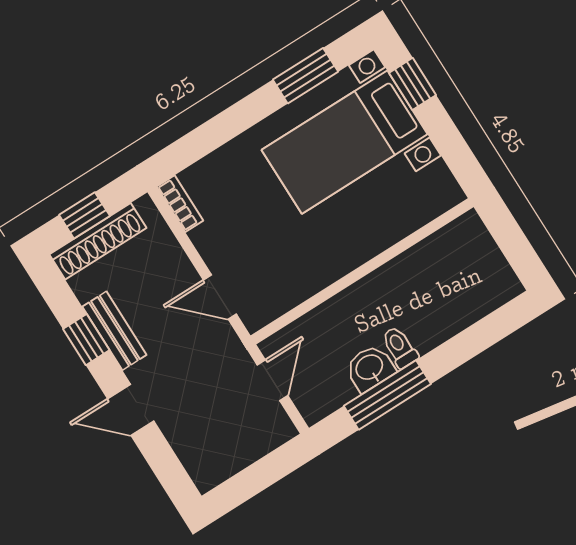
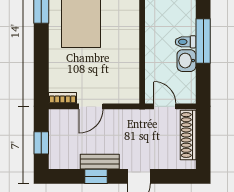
shoe rack: (98, 241) -> (188, 135), moved, turned 180
door: (220, 297) -> (91, 106), moved
window: (387, 395) -> (203, 41), moved

